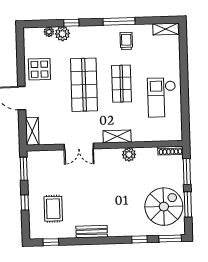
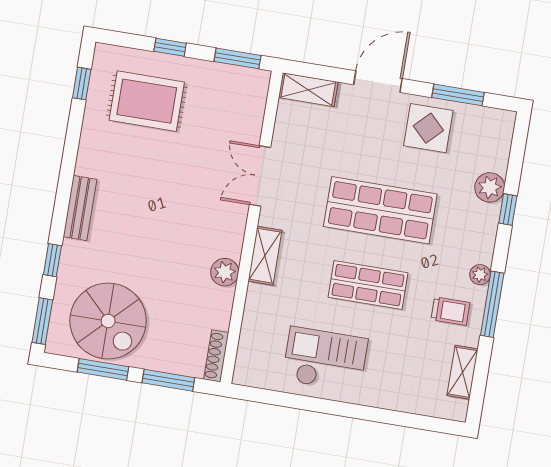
shelving: (166, 29) -> (462, 372), moved
plant: (49, 32) -> (480, 275), moved
window: (20, 58) -> (458, 95), added
rug: (53, 209) -> (147, 101), width x1.36, depth x1.43
bench: (92, 232) -> (80, 208), moved

